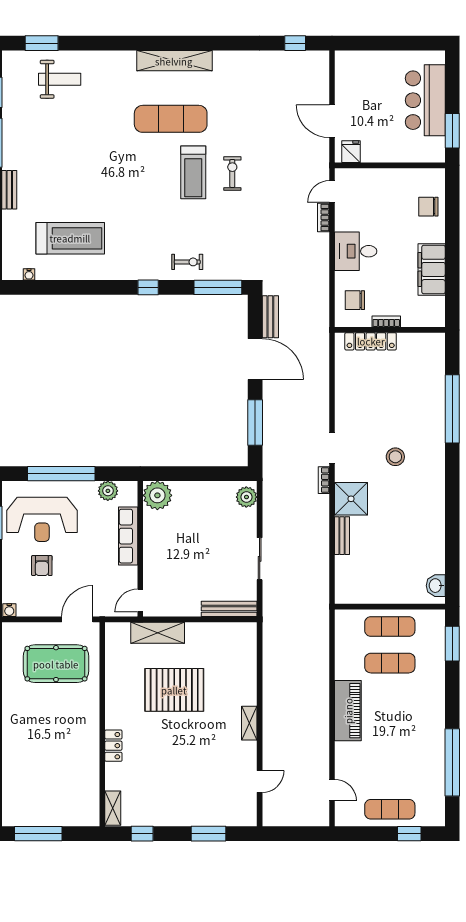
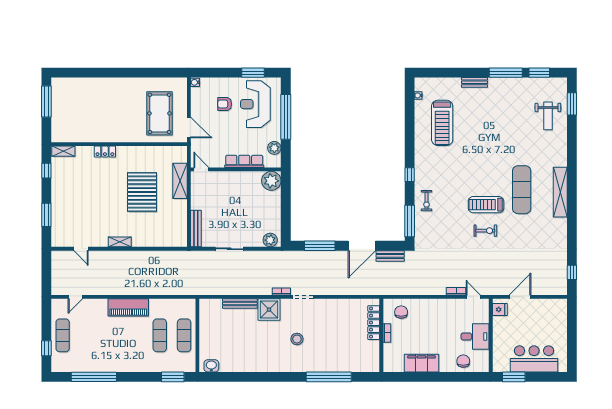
desk: (356, 251) -> (475, 336), moved, turned 90
bench: (342, 536) -> (240, 304), width x1.36

